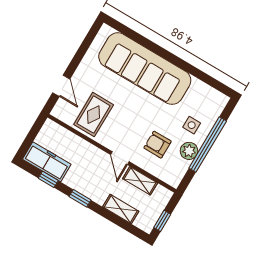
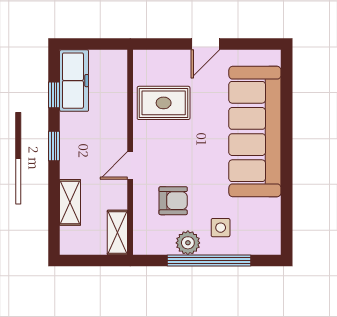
door: (61, 86) -> (205, 44), moved
armchair: (158, 145) -> (173, 201), turned 90
shelving: (140, 181) -> (117, 232), moved
window: (162, 221) -> (85, 261), removed

